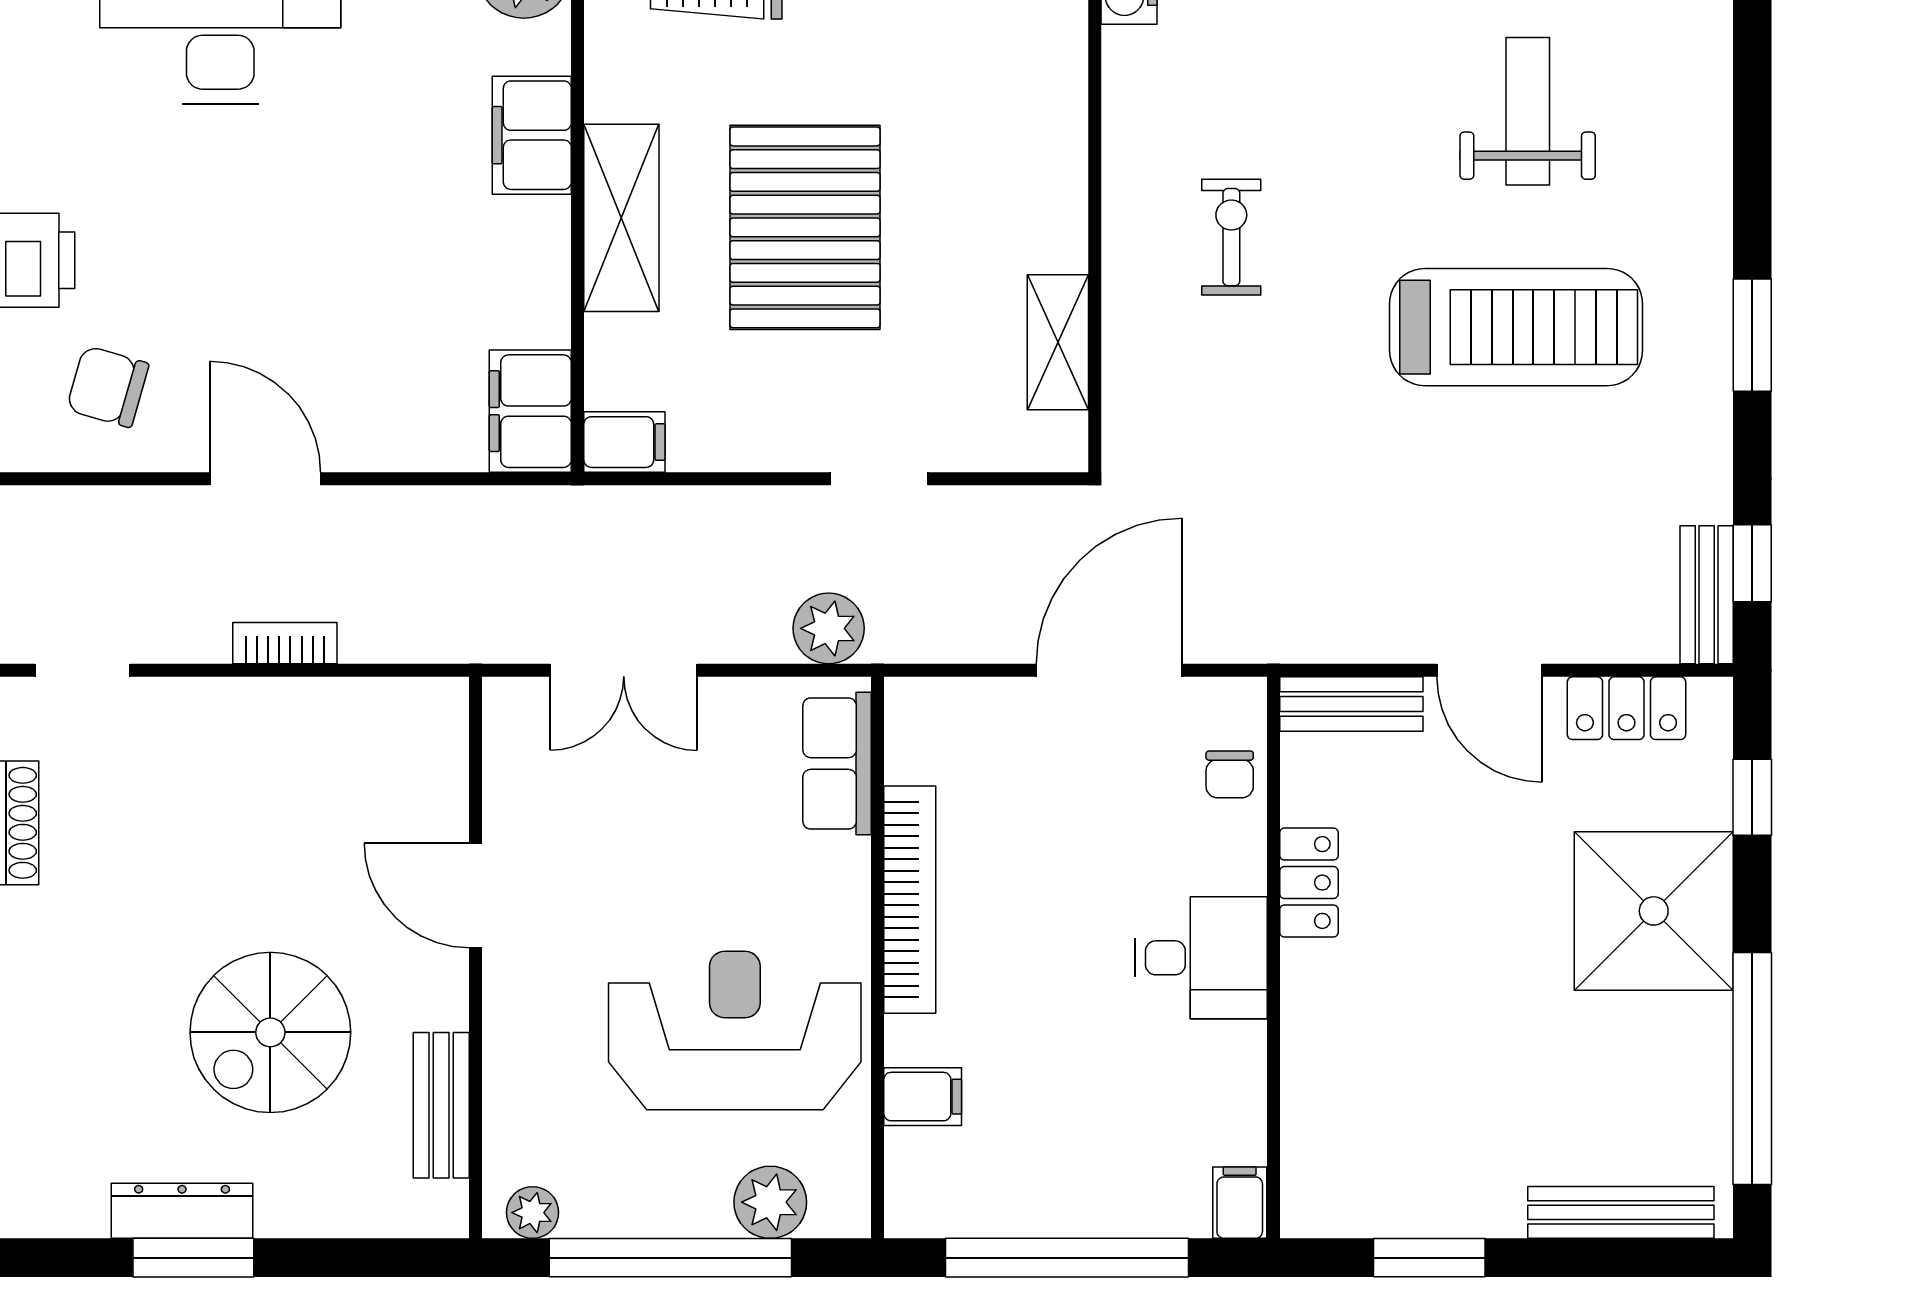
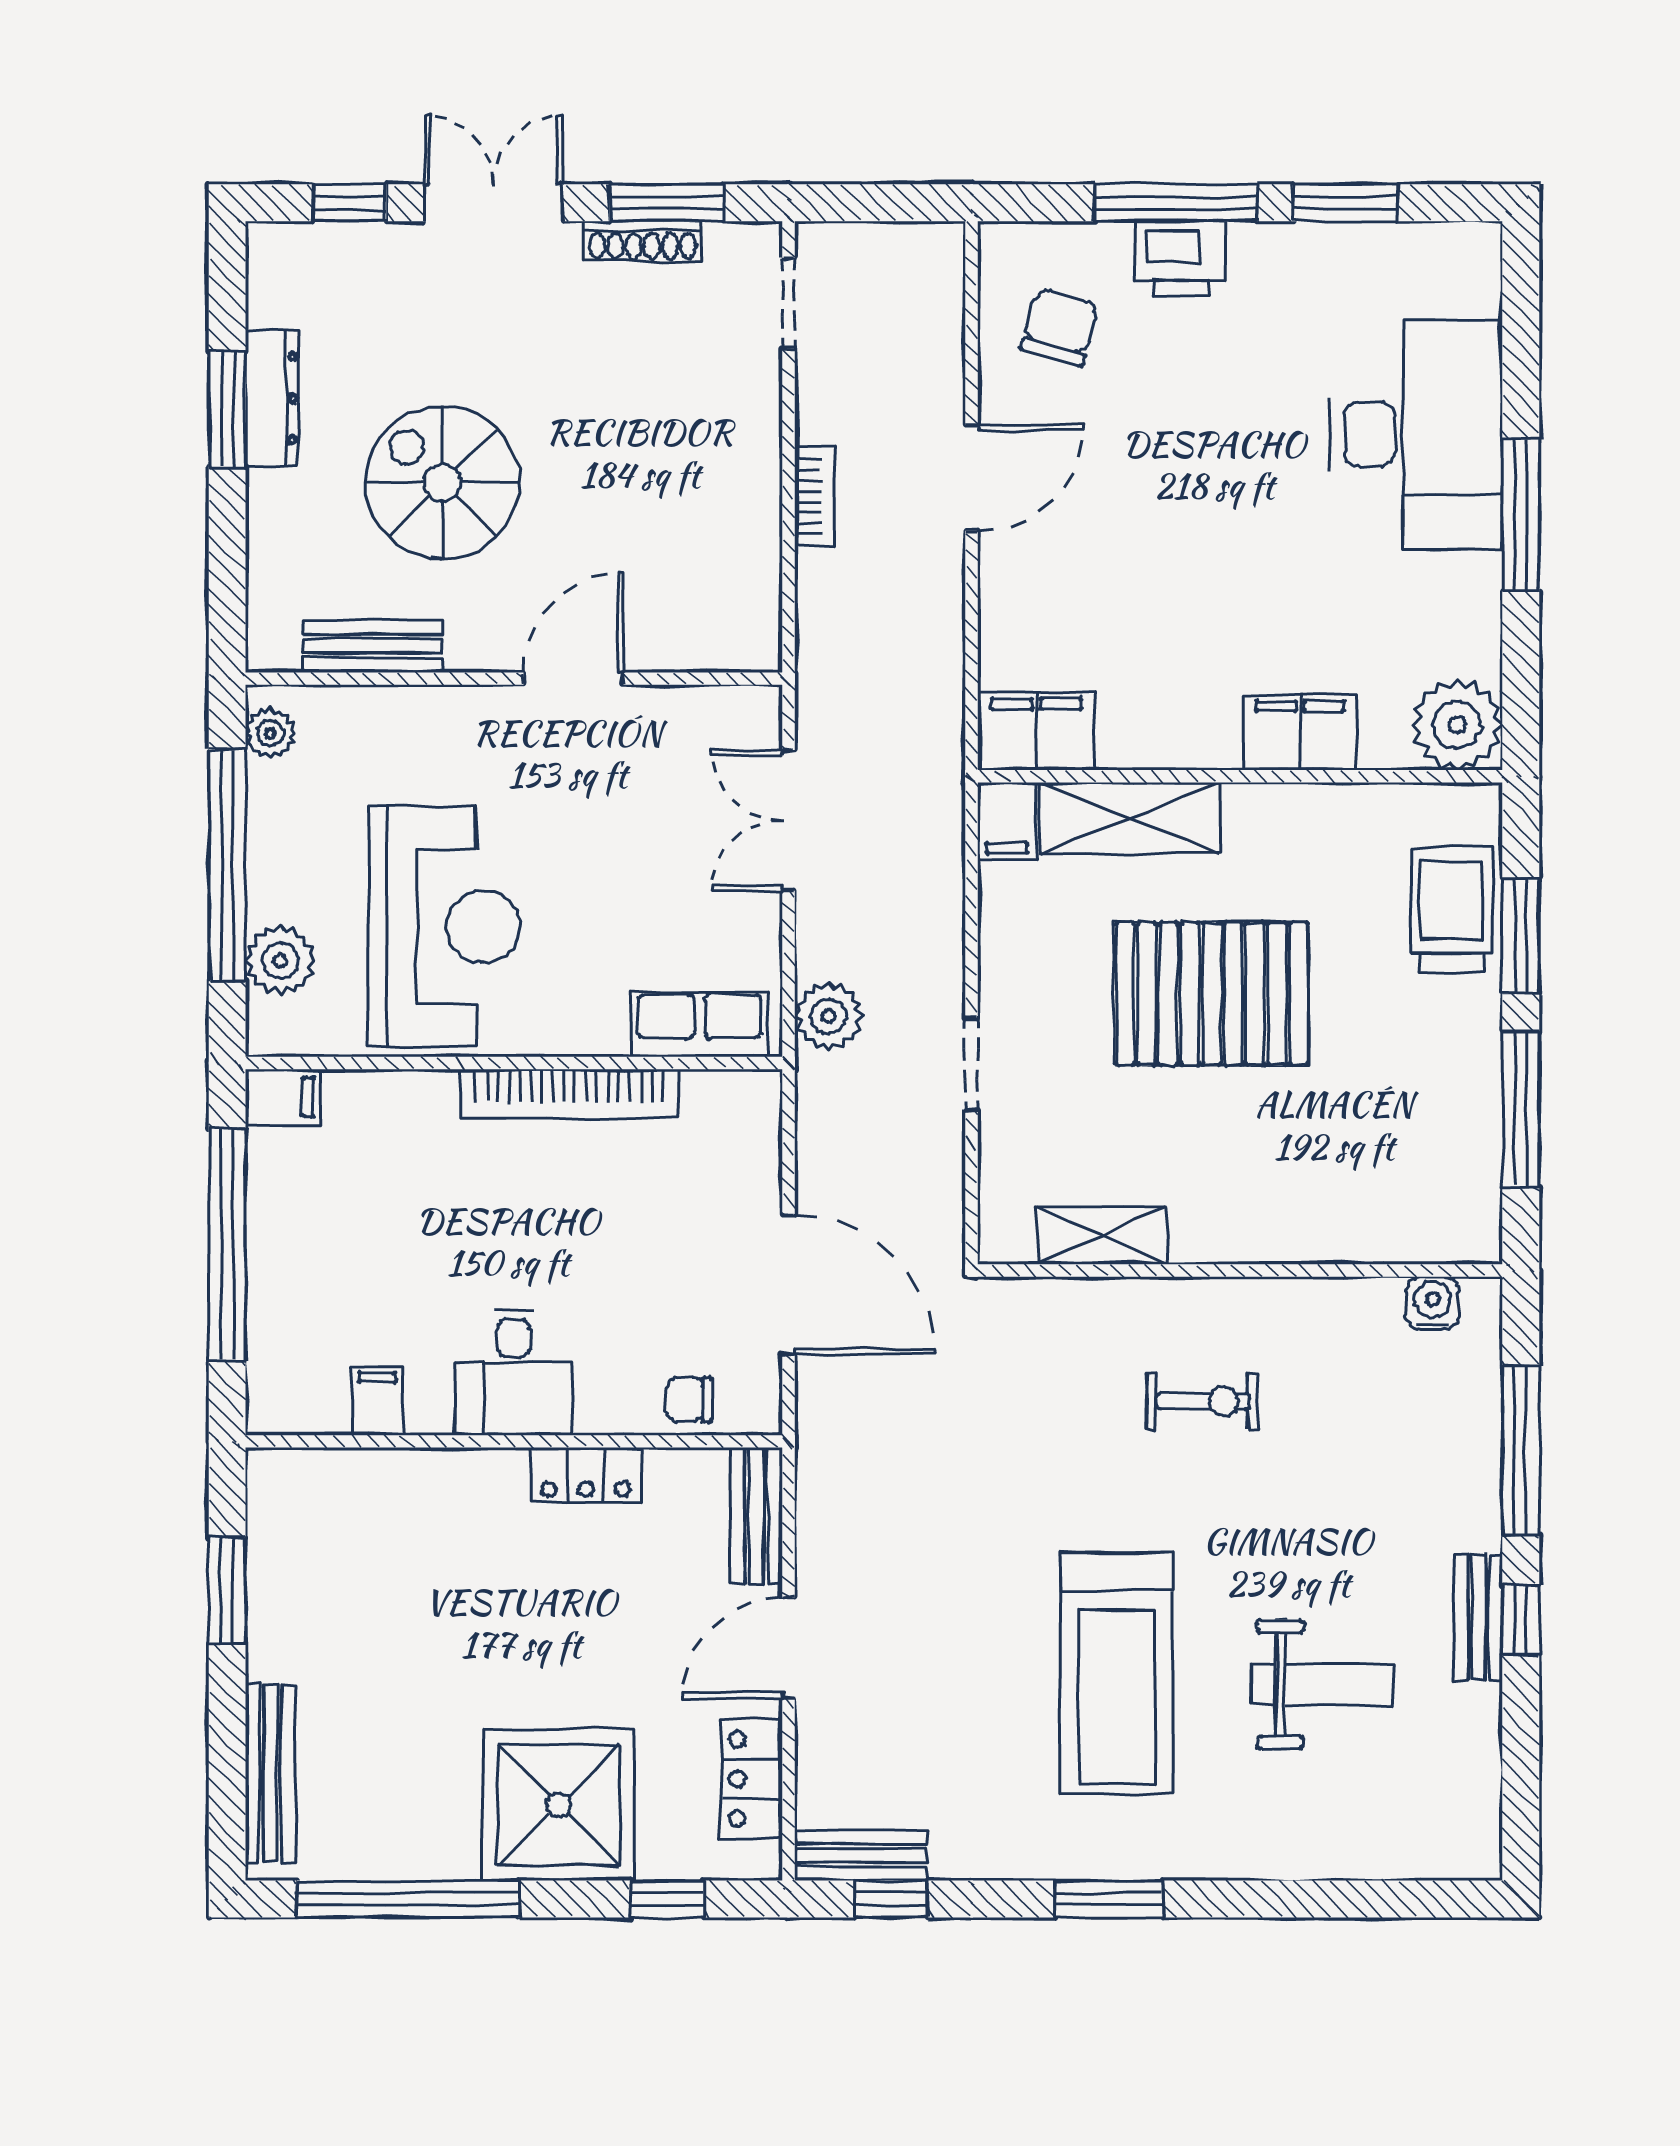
shelving: (621, 218) -> (1130, 818), moved
filing cabinet: (923, 1097) -> (282, 1097), moved, turned -90
filing cabinet: (1240, 1203) -> (377, 1401), moved, turned -90

